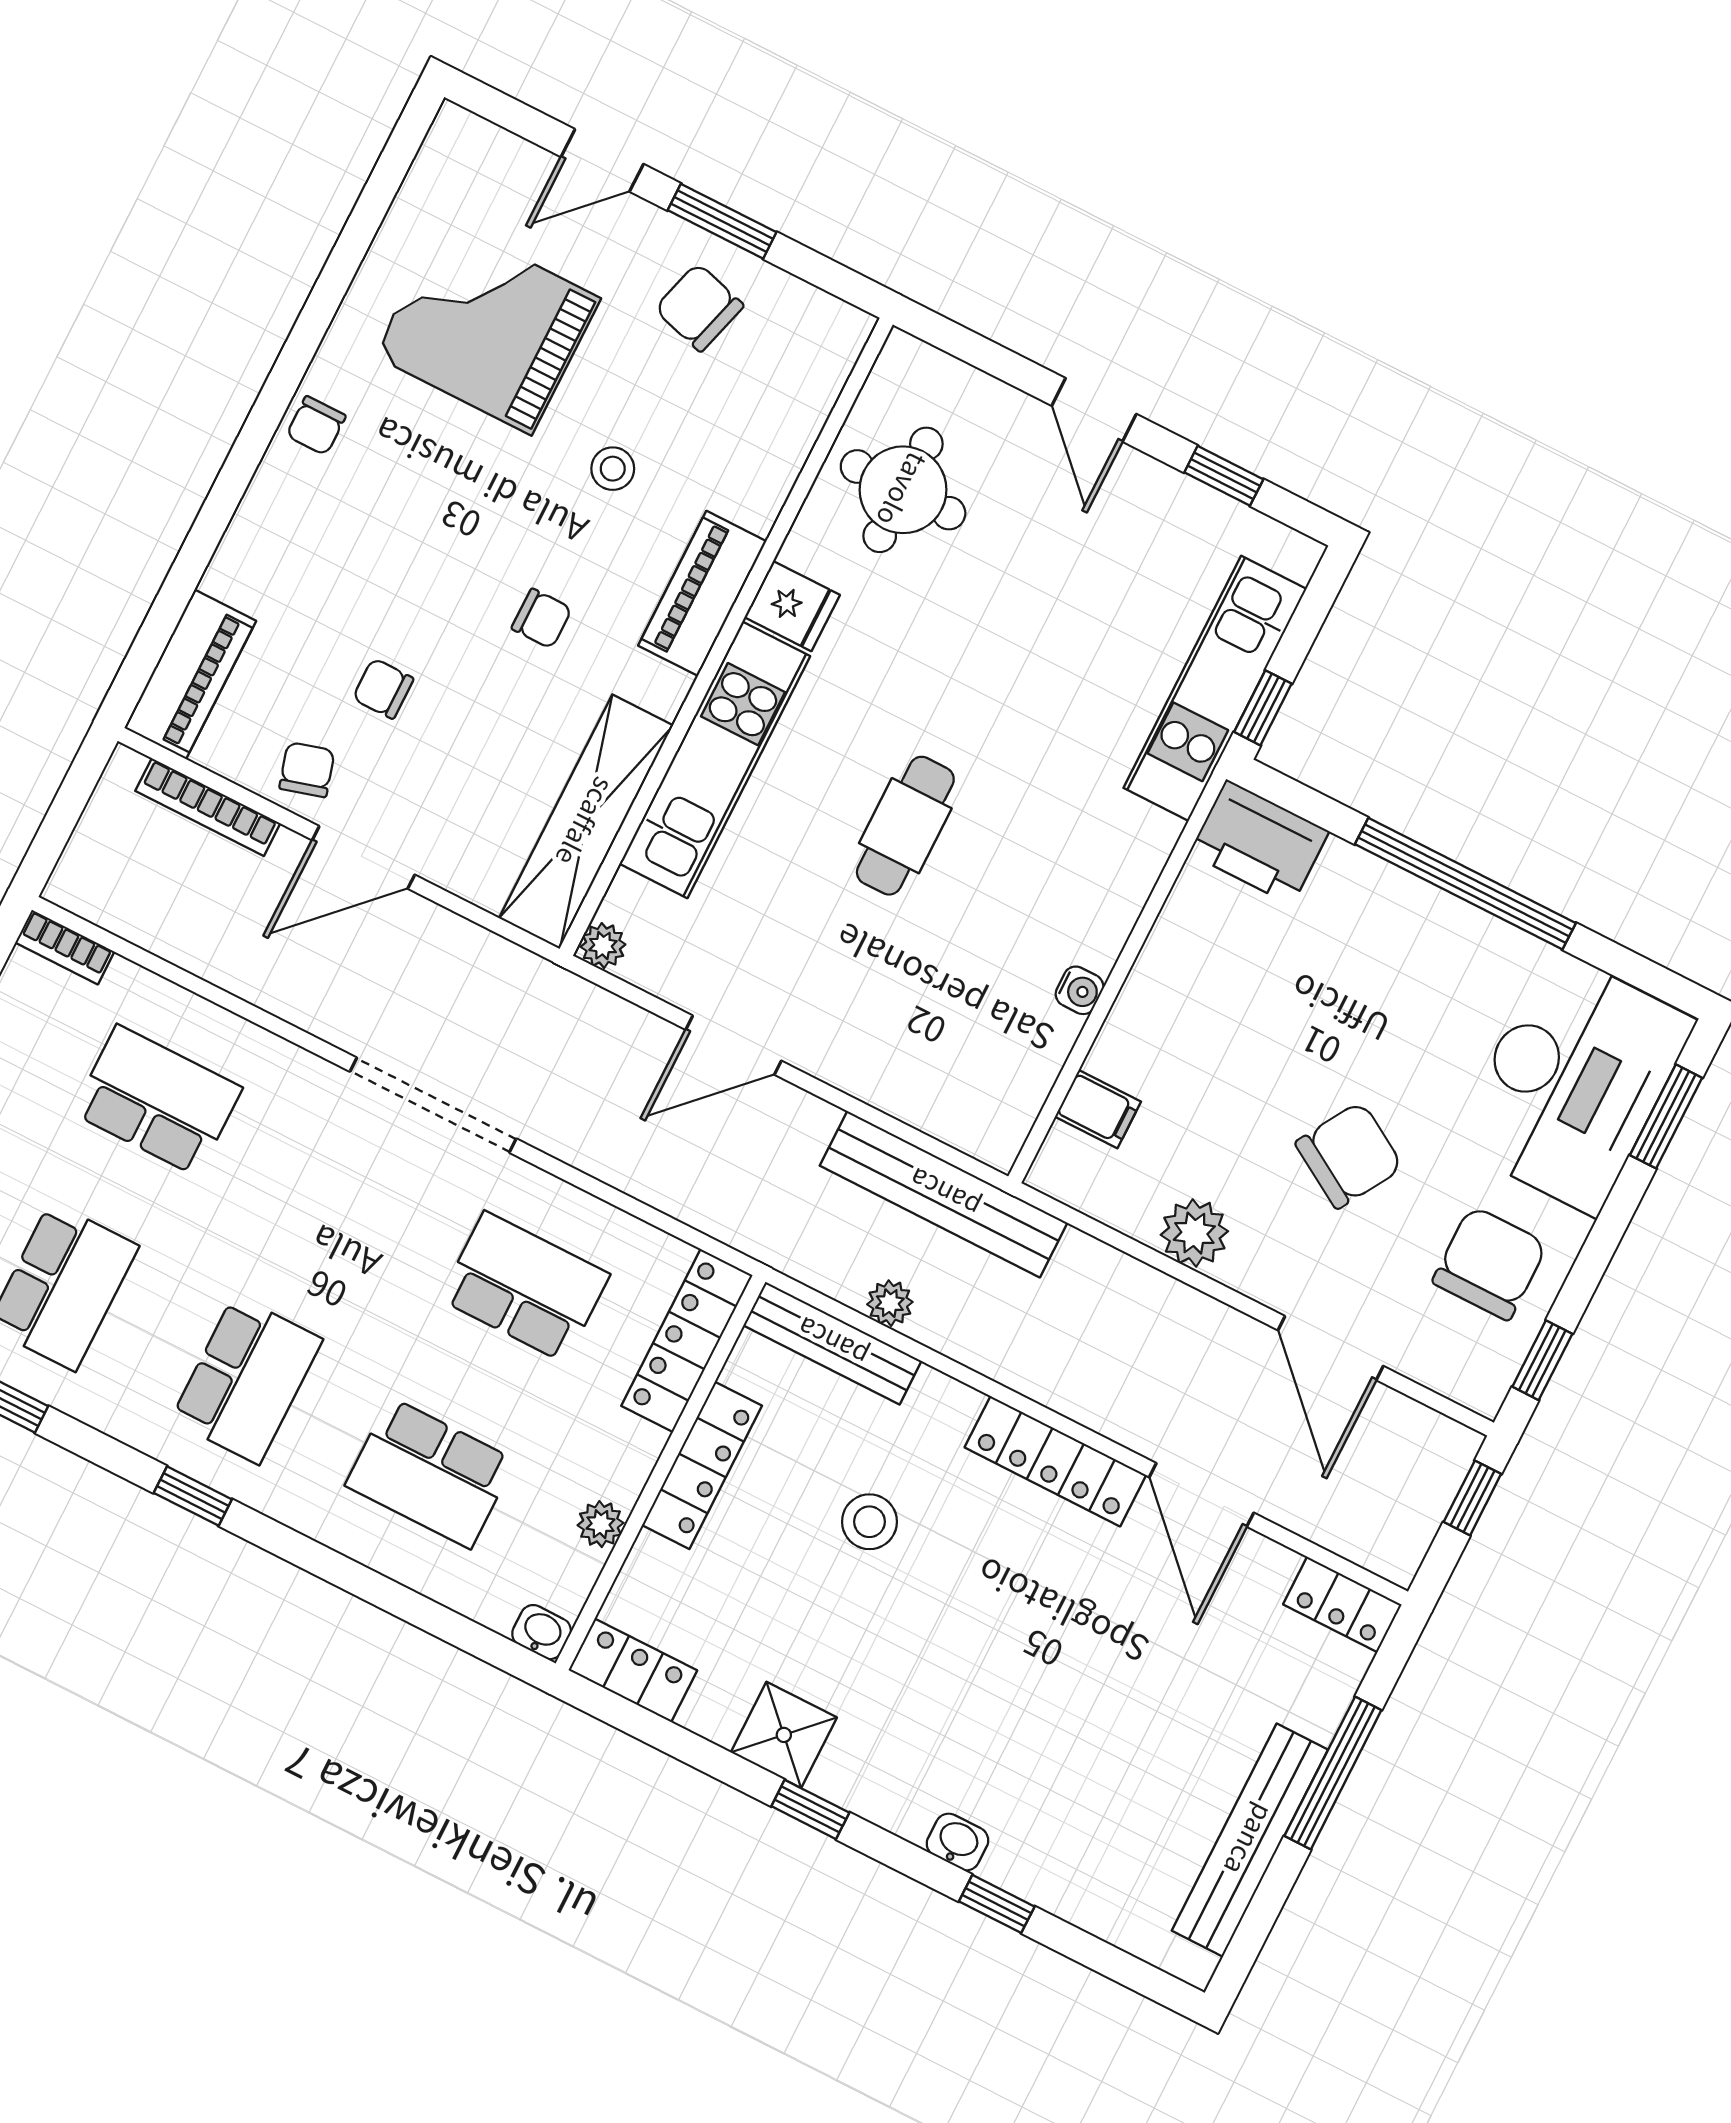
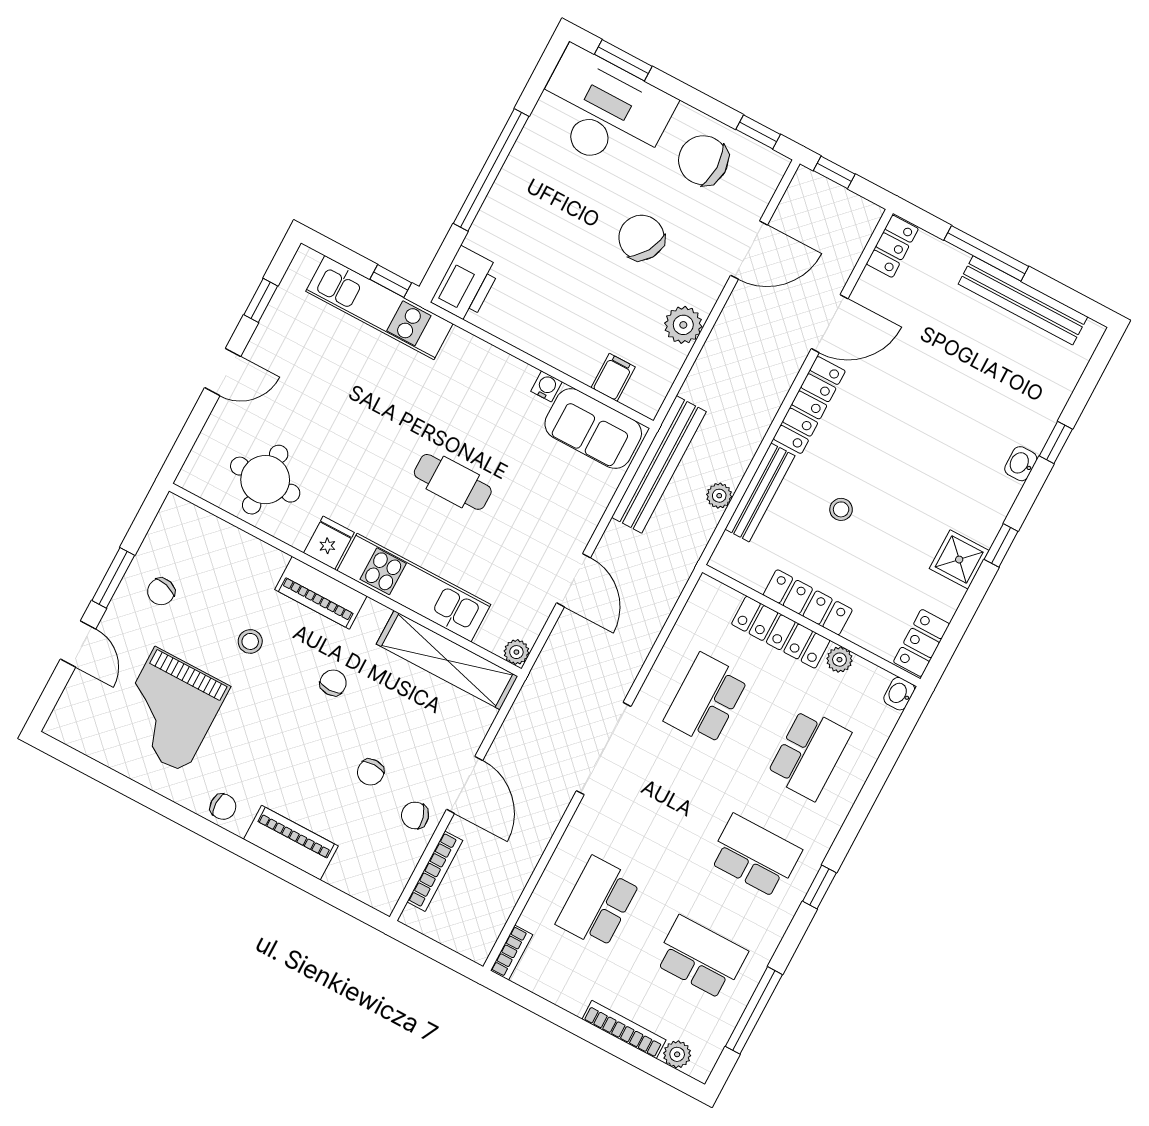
chair: (699, 307) -> (161, 592), width x0.73, depth x0.73
piano: (190, 674) -> (291, 843), moved
sofa: (1006, 1075) -> (593, 428), added
locker: (687, 1341) -> (781, 632), moved
bench: (832, 1343) -> (760, 492), moved
stool: (869, 1522) -> (841, 509), width x0.73, depth x0.73

